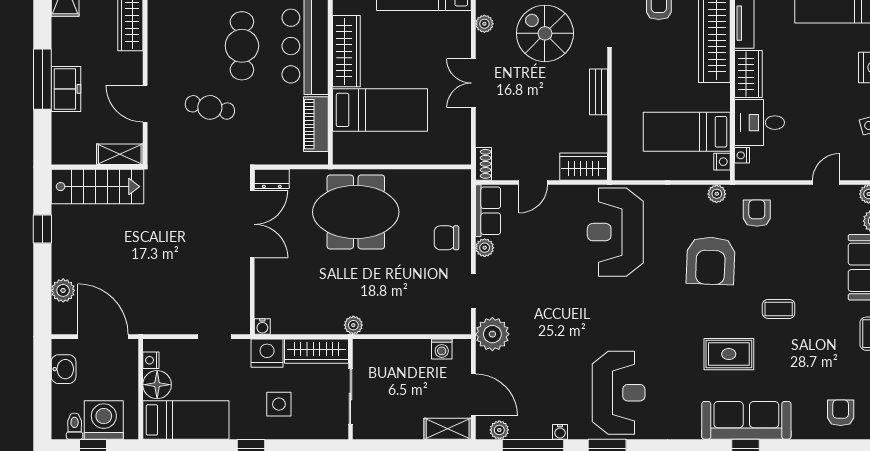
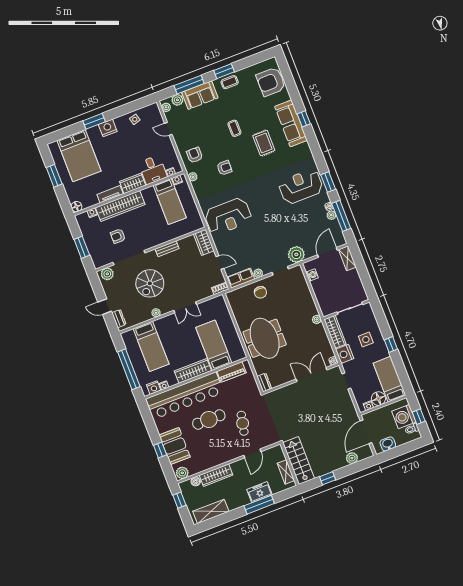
shelving: (120, 154) -> (286, 472), moved
armchair: (757, 213) -> (195, 155), turned 90
double door: (252, 224) -> (311, 374), moved
armchair: (711, 261) -> (224, 168), width x0.53, depth x0.53
armchair: (841, 413) -> (271, 82), width x1.88, depth x1.88
plant: (499, 430) -> (331, 215), moved

